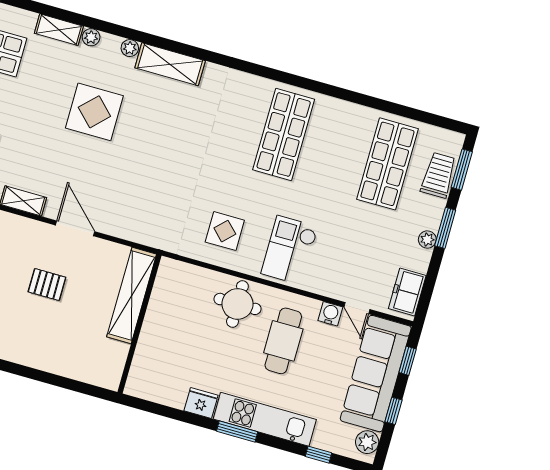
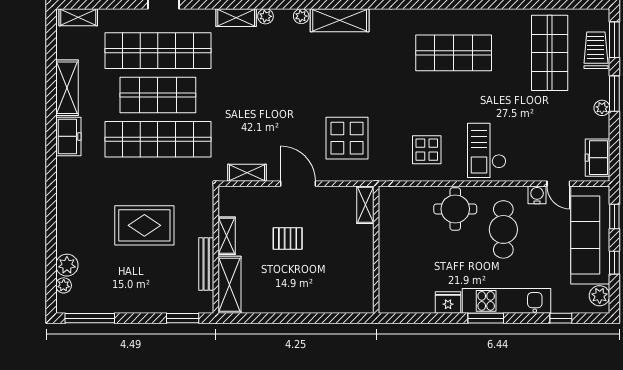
display table: (94, 112) -> (347, 138), moved
shop shelf: (284, 135) -> (454, 53), turned 90
shelving: (132, 295) -> (365, 205), width x0.45, depth x0.75

